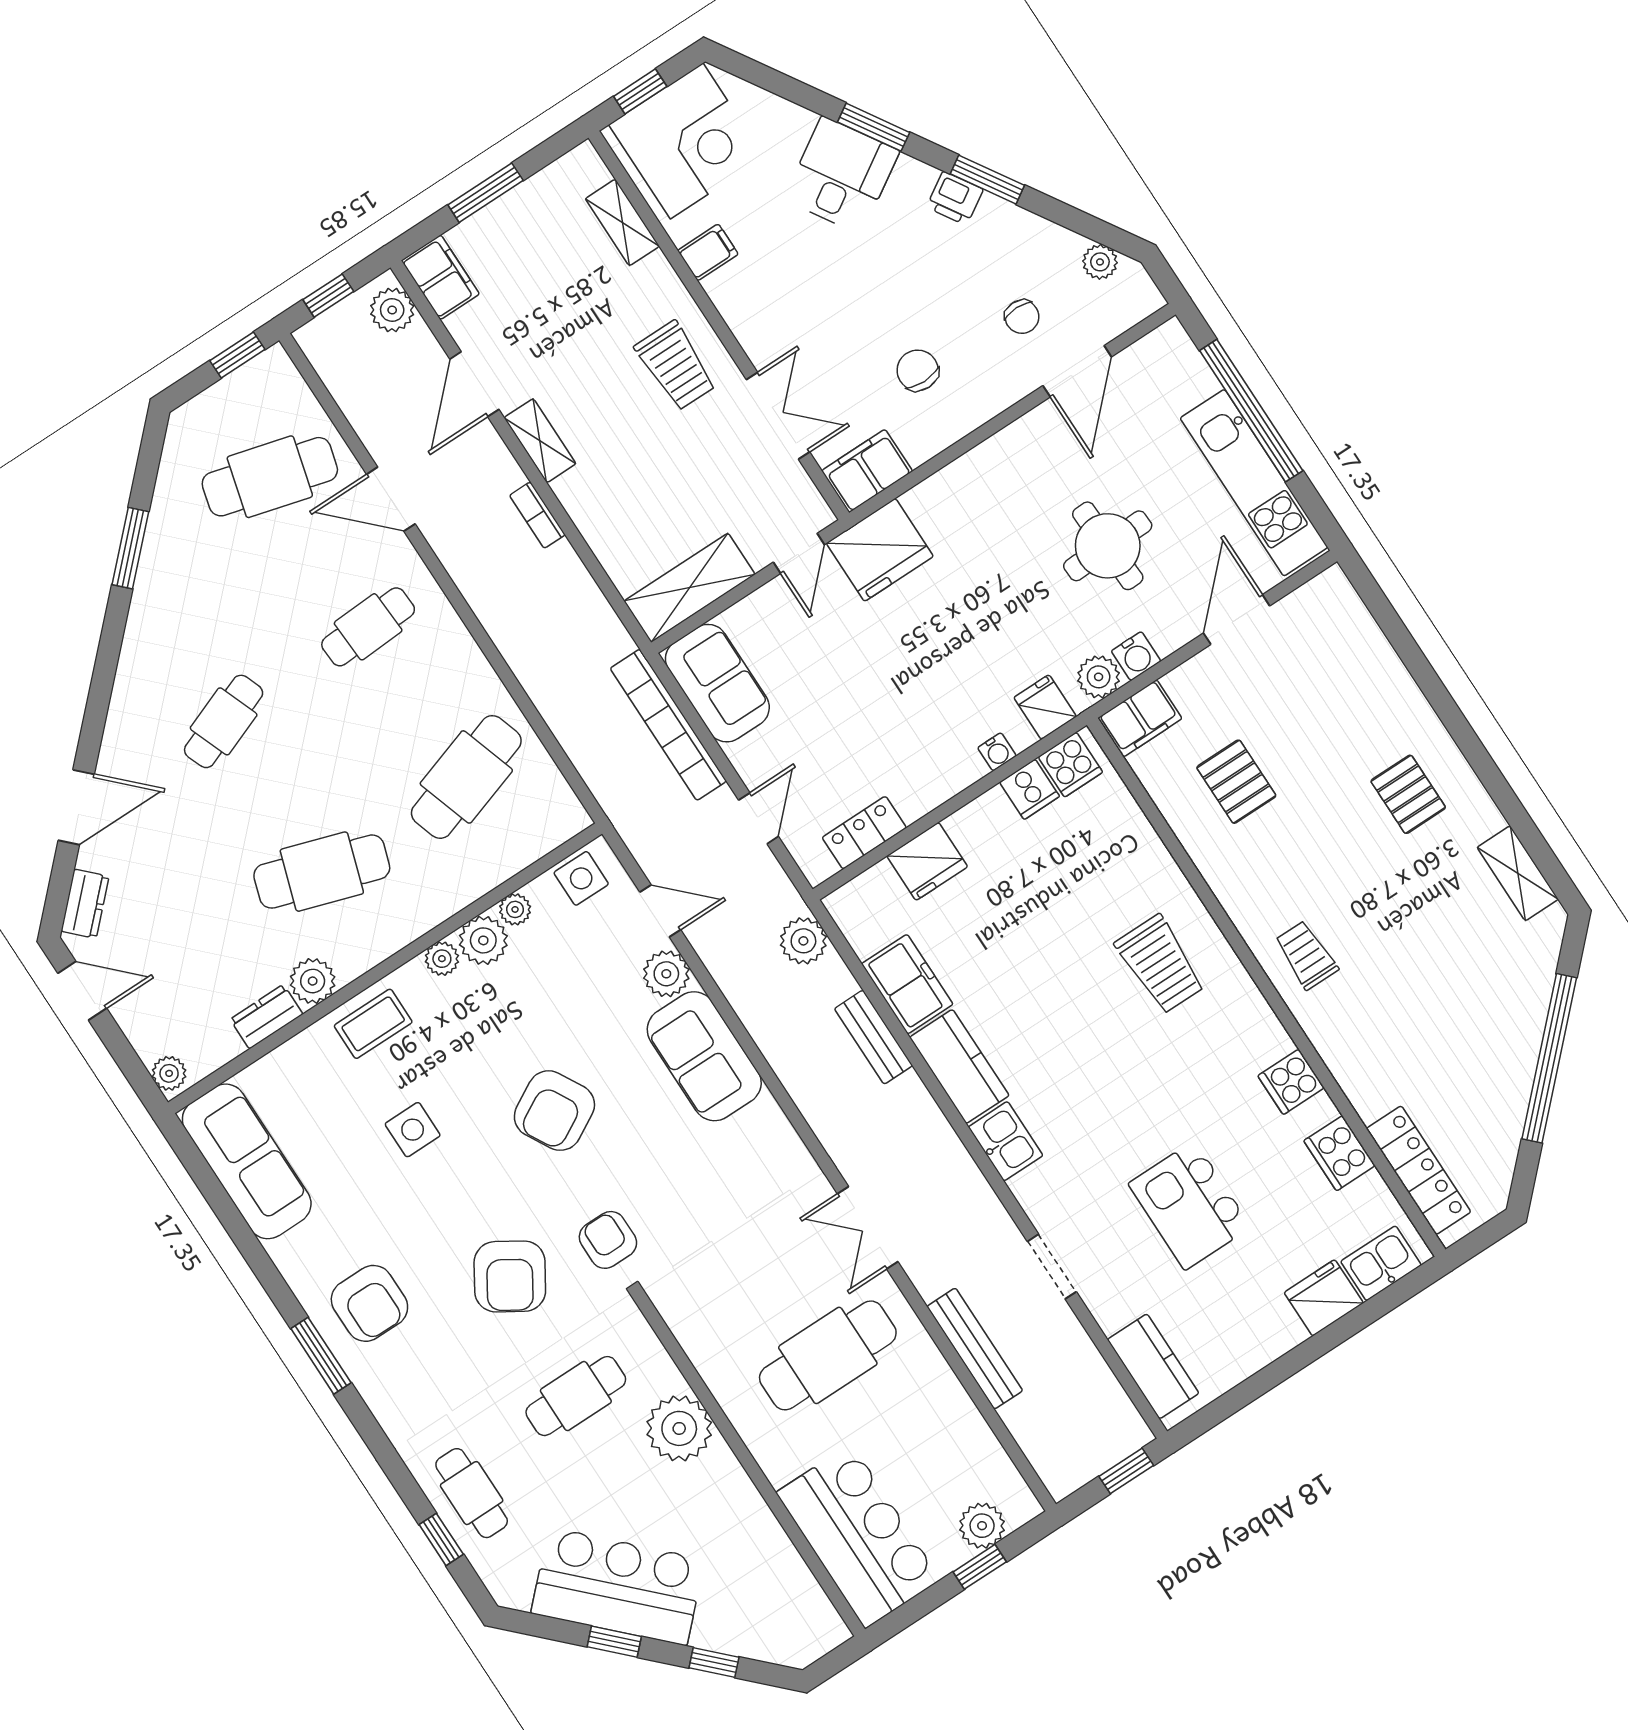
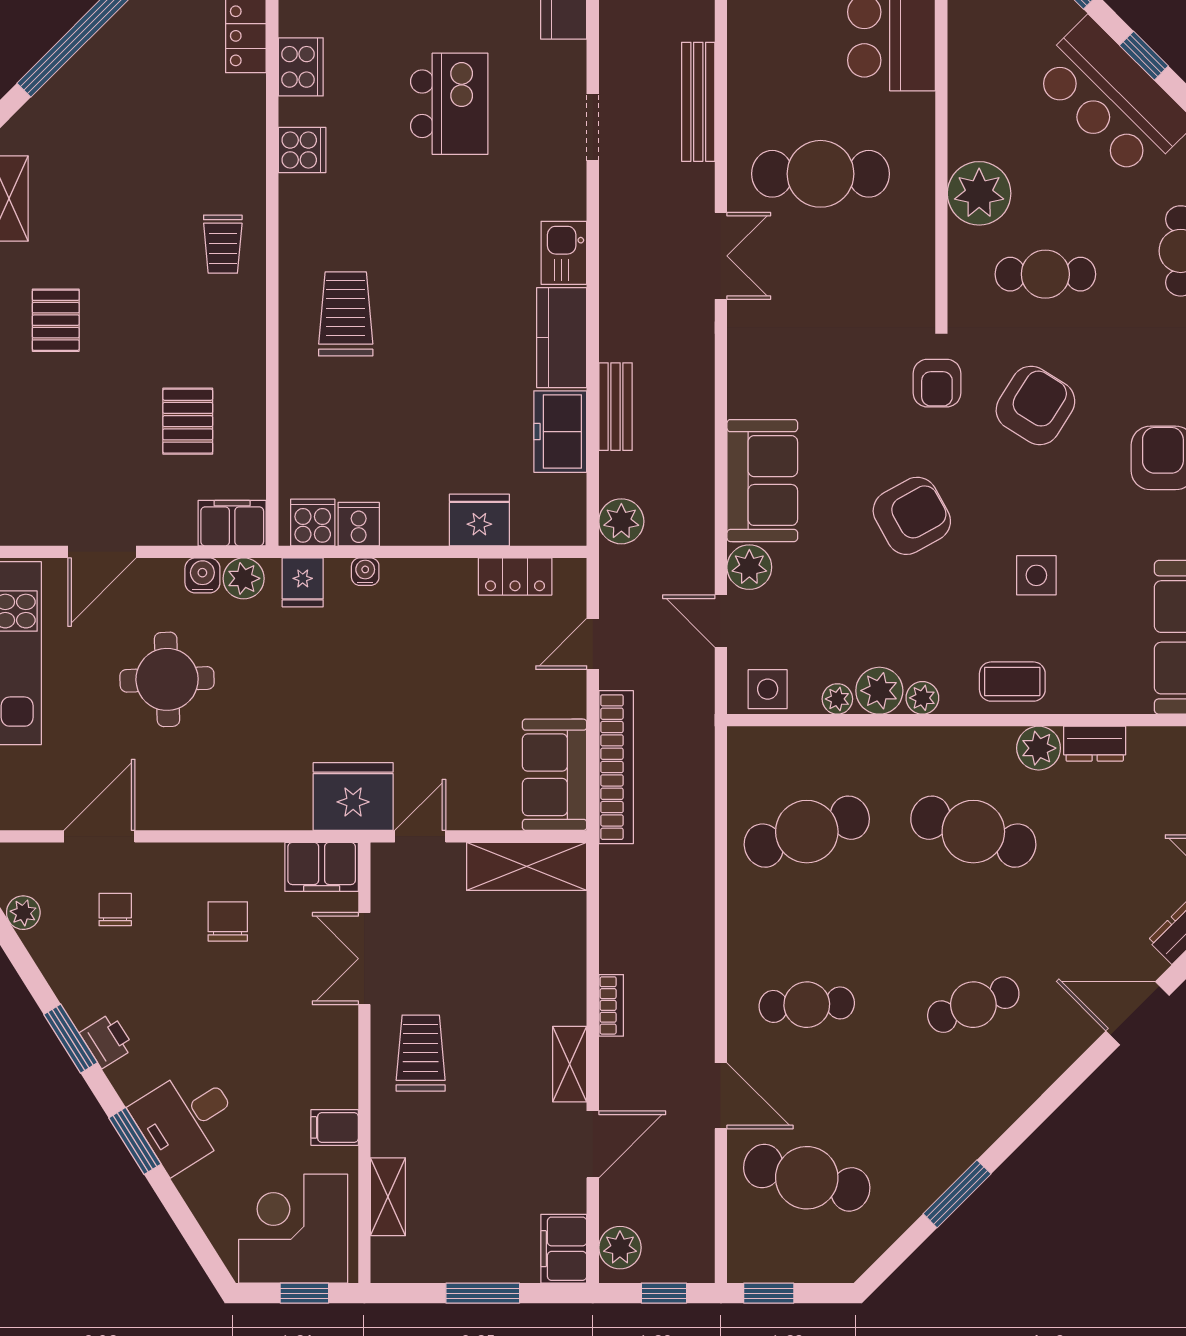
chair: (918, 370) -> (228, 921), turned 180

